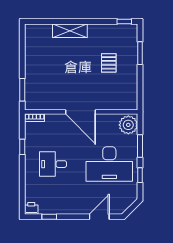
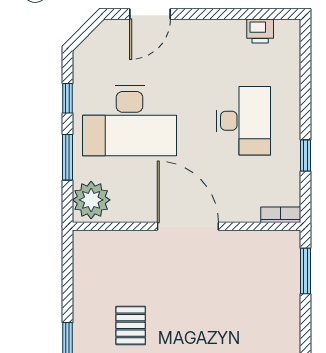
desk: (53, 164) -> (243, 121), width x1.37
desk: (109, 164) -> (130, 121), turned 180
printer: (31, 208) -> (260, 31), moved
window: (49, 217) -> (251, 14), removed

